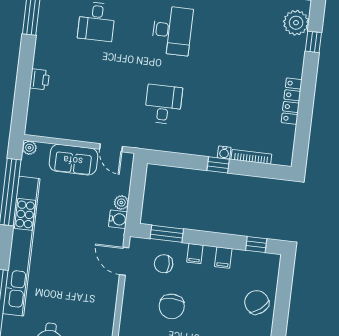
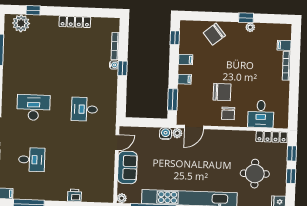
plant: (121, 203) -> (177, 133), moved
chair: (164, 264) -> (228, 113), moved

